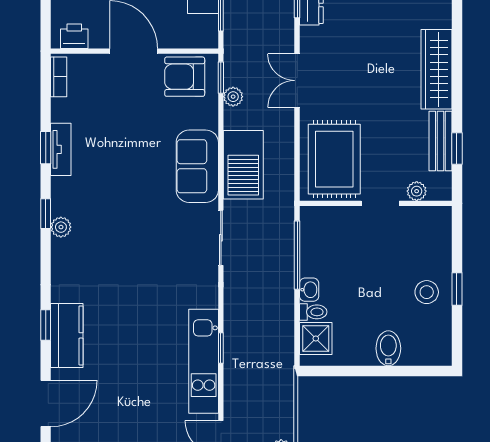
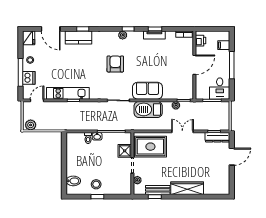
armchair: (185, 77) -> (115, 64), moved
shower: (316, 338) -> (125, 151), moved
bidet: (388, 348) -> (73, 181), moved

